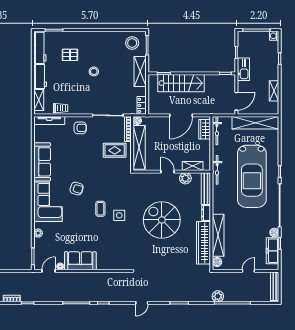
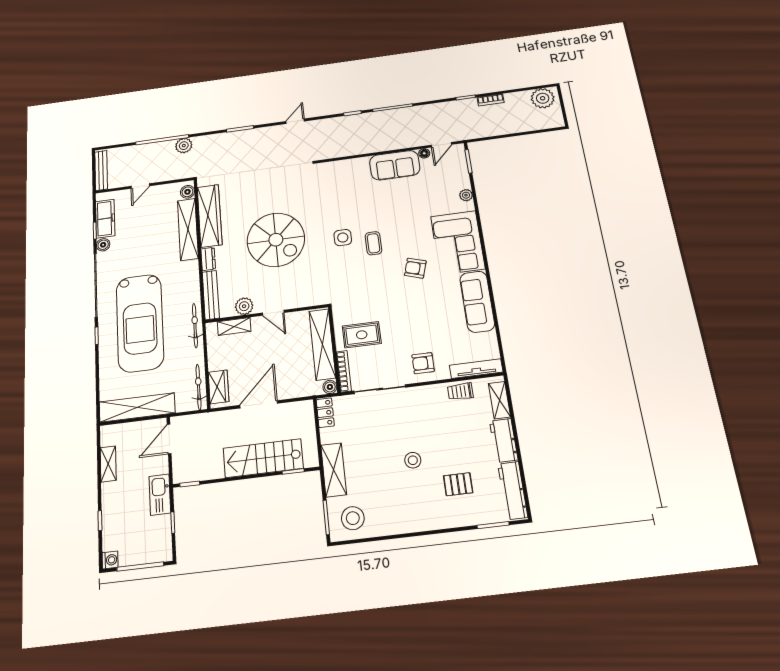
car: (252, 176) -> (140, 323), turned 180

